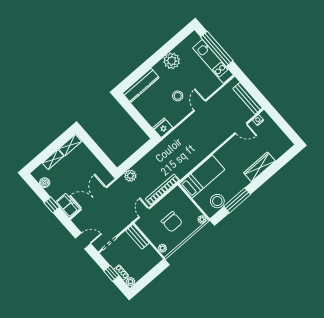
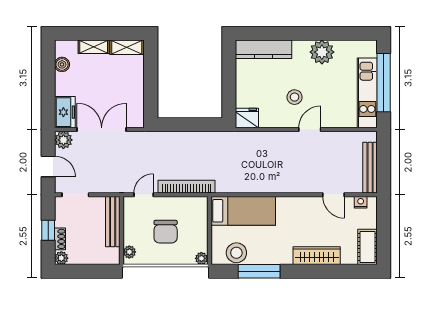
cot: (282, 140) -> (368, 247), added
plant: (130, 176) -> (63, 140), moved
window: (52, 205) -> (48, 96), removed
bench: (137, 237) -> (113, 222), width x1.36

